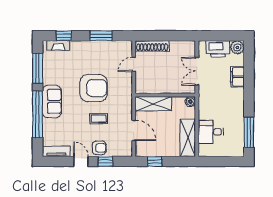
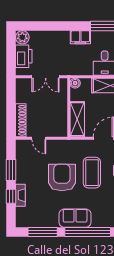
window: (64, 36) -> (11, 196), moved
fireplace: (58, 45) -> (20, 195), moved
filing cabinet: (237, 77) -> (80, 37), moved
coffee table: (99, 119) -> (92, 173), width x1.86, depth x1.72

